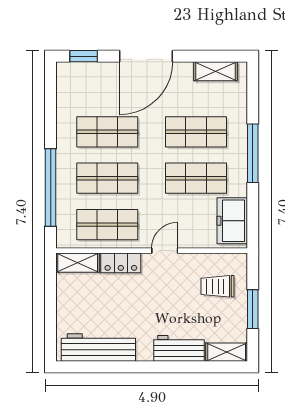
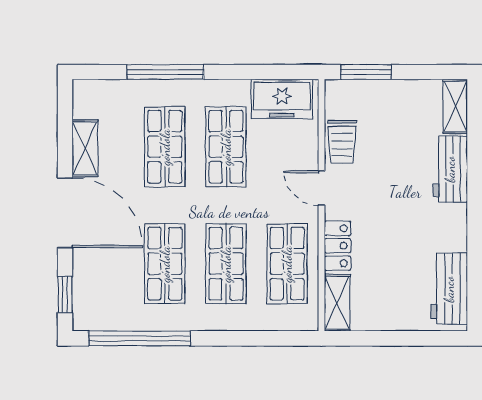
shelving: (216, 71) -> (85, 148), moved
window: (253, 153) -> (165, 72), moved
window: (51, 187) -> (139, 338), moved
trolley: (218, 286) -> (342, 142), moved
window: (253, 309) -> (366, 72), moved
workbench: (98, 348) -> (449, 289), width x0.73

